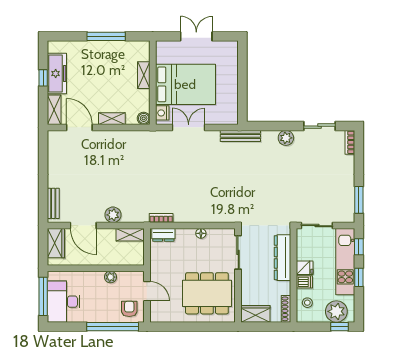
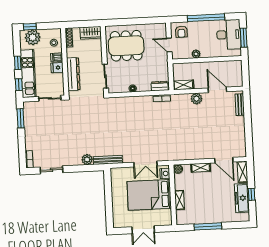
plant: (286, 138) -> (87, 159), moved
wardrobe: (56, 243) -> (236, 76), removed
window: (43, 296) -> (244, 38), width x0.69
window: (113, 327) -> (206, 18), moved

